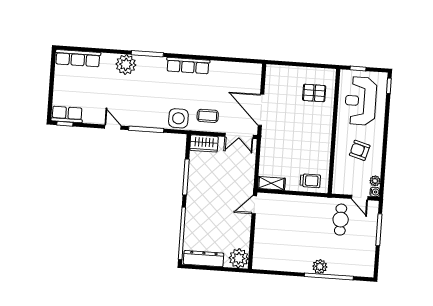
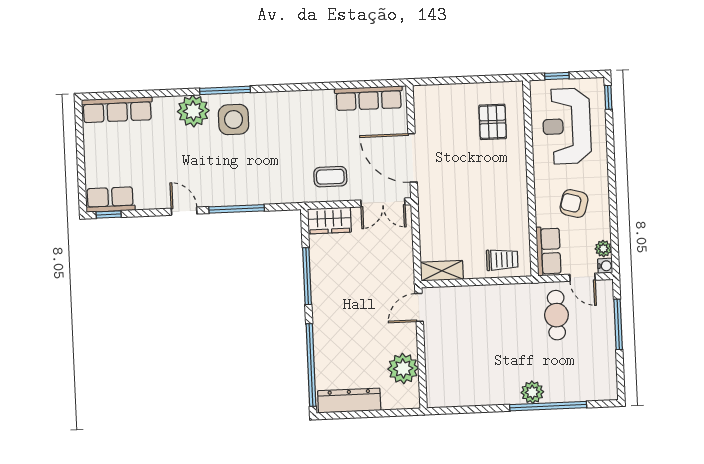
row of seats: (188, 66) -> (369, 98), moved
pallet: (314, 93) -> (493, 122), turned 90
side table: (178, 118) -> (234, 120), moved
row of seats: (340, 179) -> (548, 251), added
plant: (239, 258) -> (403, 368), moved

